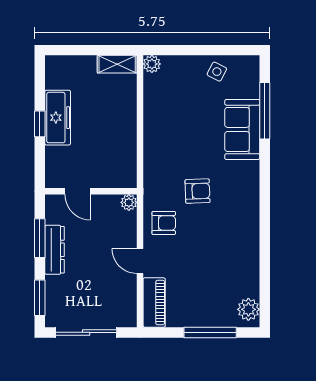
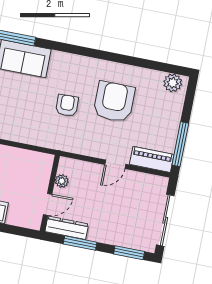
plant: (129, 202) -> (62, 181), moved
armchair: (164, 223) -> (114, 102), moved, width x1.88, depth x1.88
dresser: (54, 250) -> (67, 228), moved
window: (210, 332) -> (180, 144), moved

